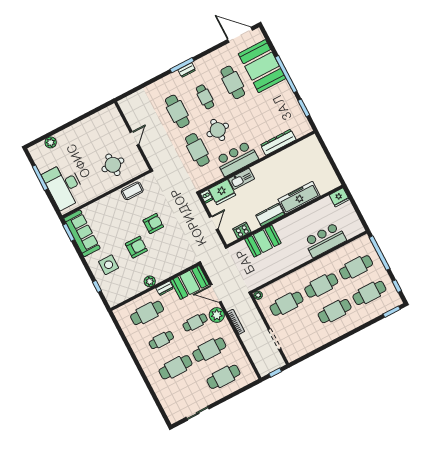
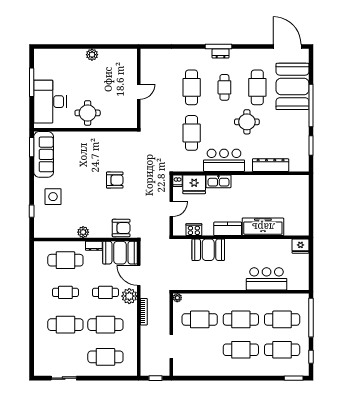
round table: (218, 130) -> (247, 122), moved
plant: (51, 142) -> (92, 55), moved
round table: (113, 165) -> (88, 113), moved
coffee table: (132, 191) -> (111, 139), removed
armchair: (136, 247) -> (121, 228), moved

